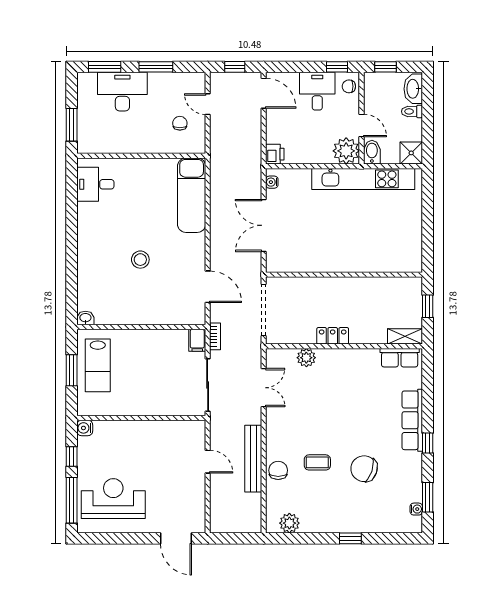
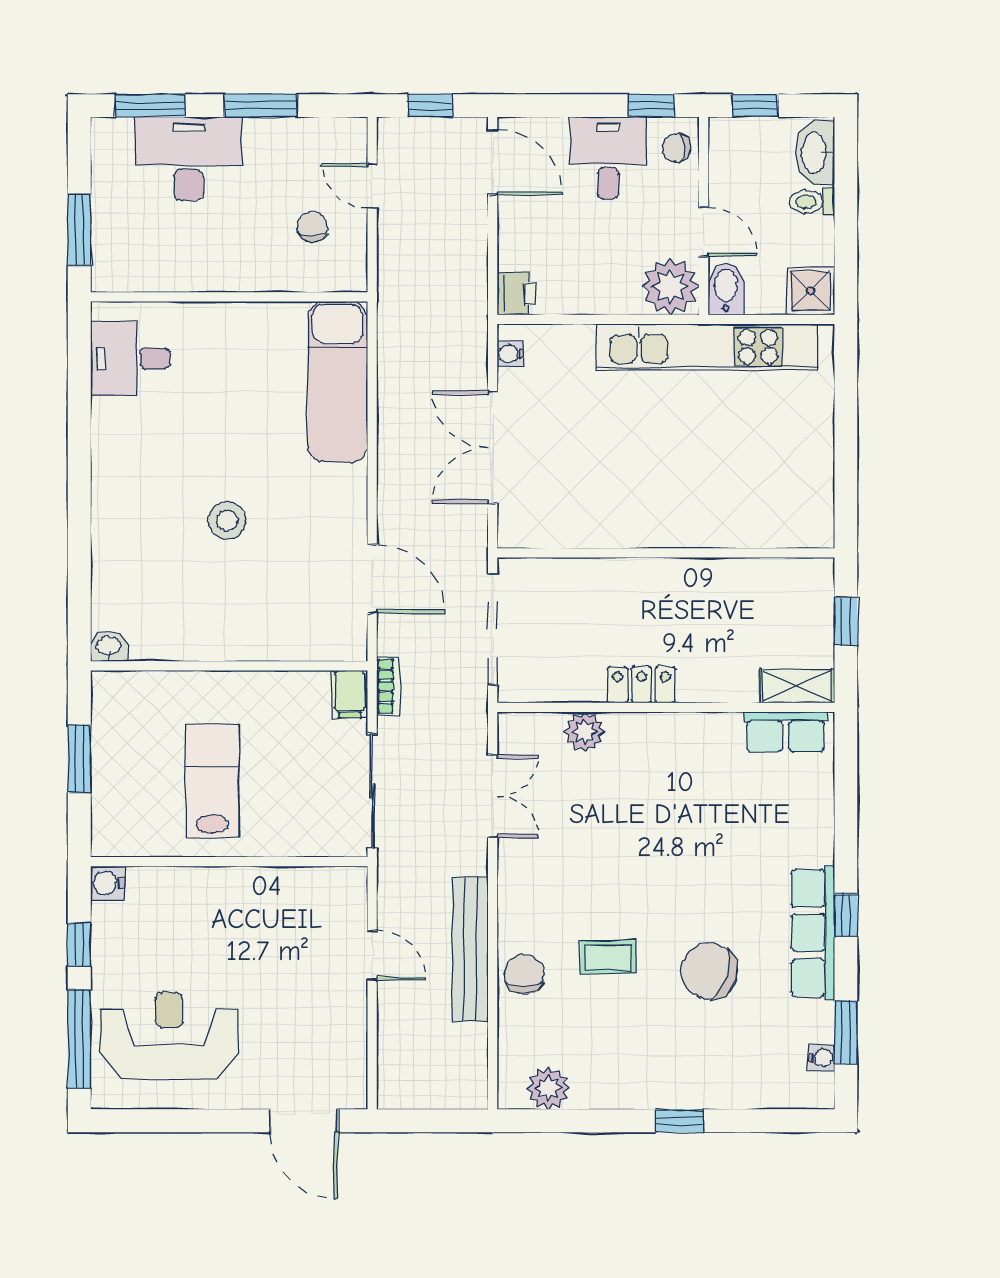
lab bench: (98, 365) -> (212, 781), moved, turned 180
row of seats: (412, 420) -> (813, 933), moved

